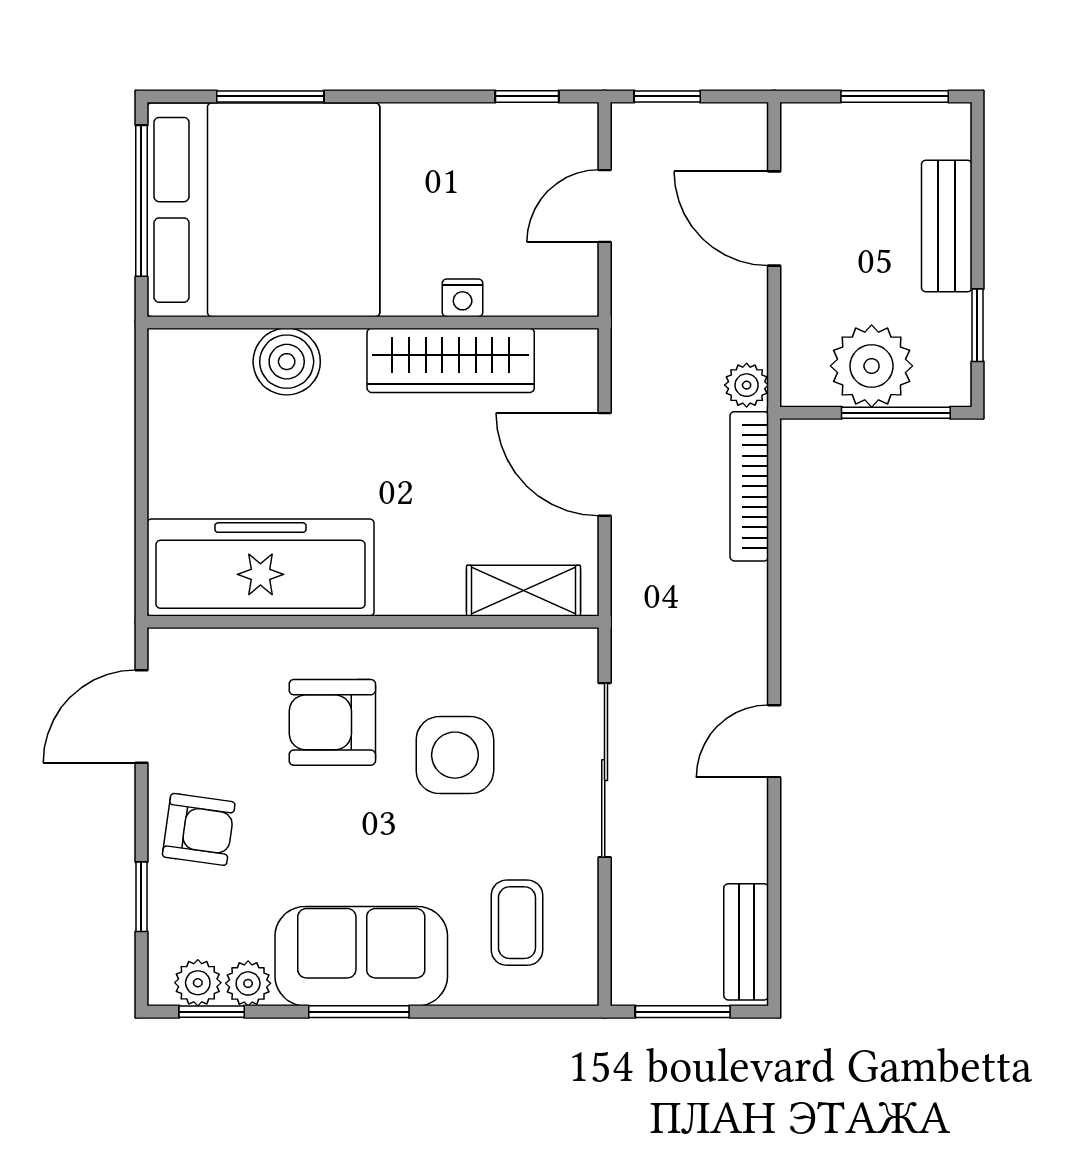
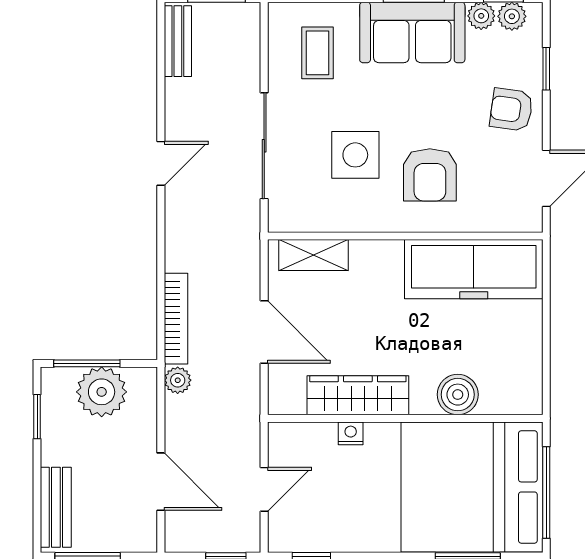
bench: (947, 226) -> (56, 507), moved
armchair: (332, 722) -> (430, 175), turned 90

